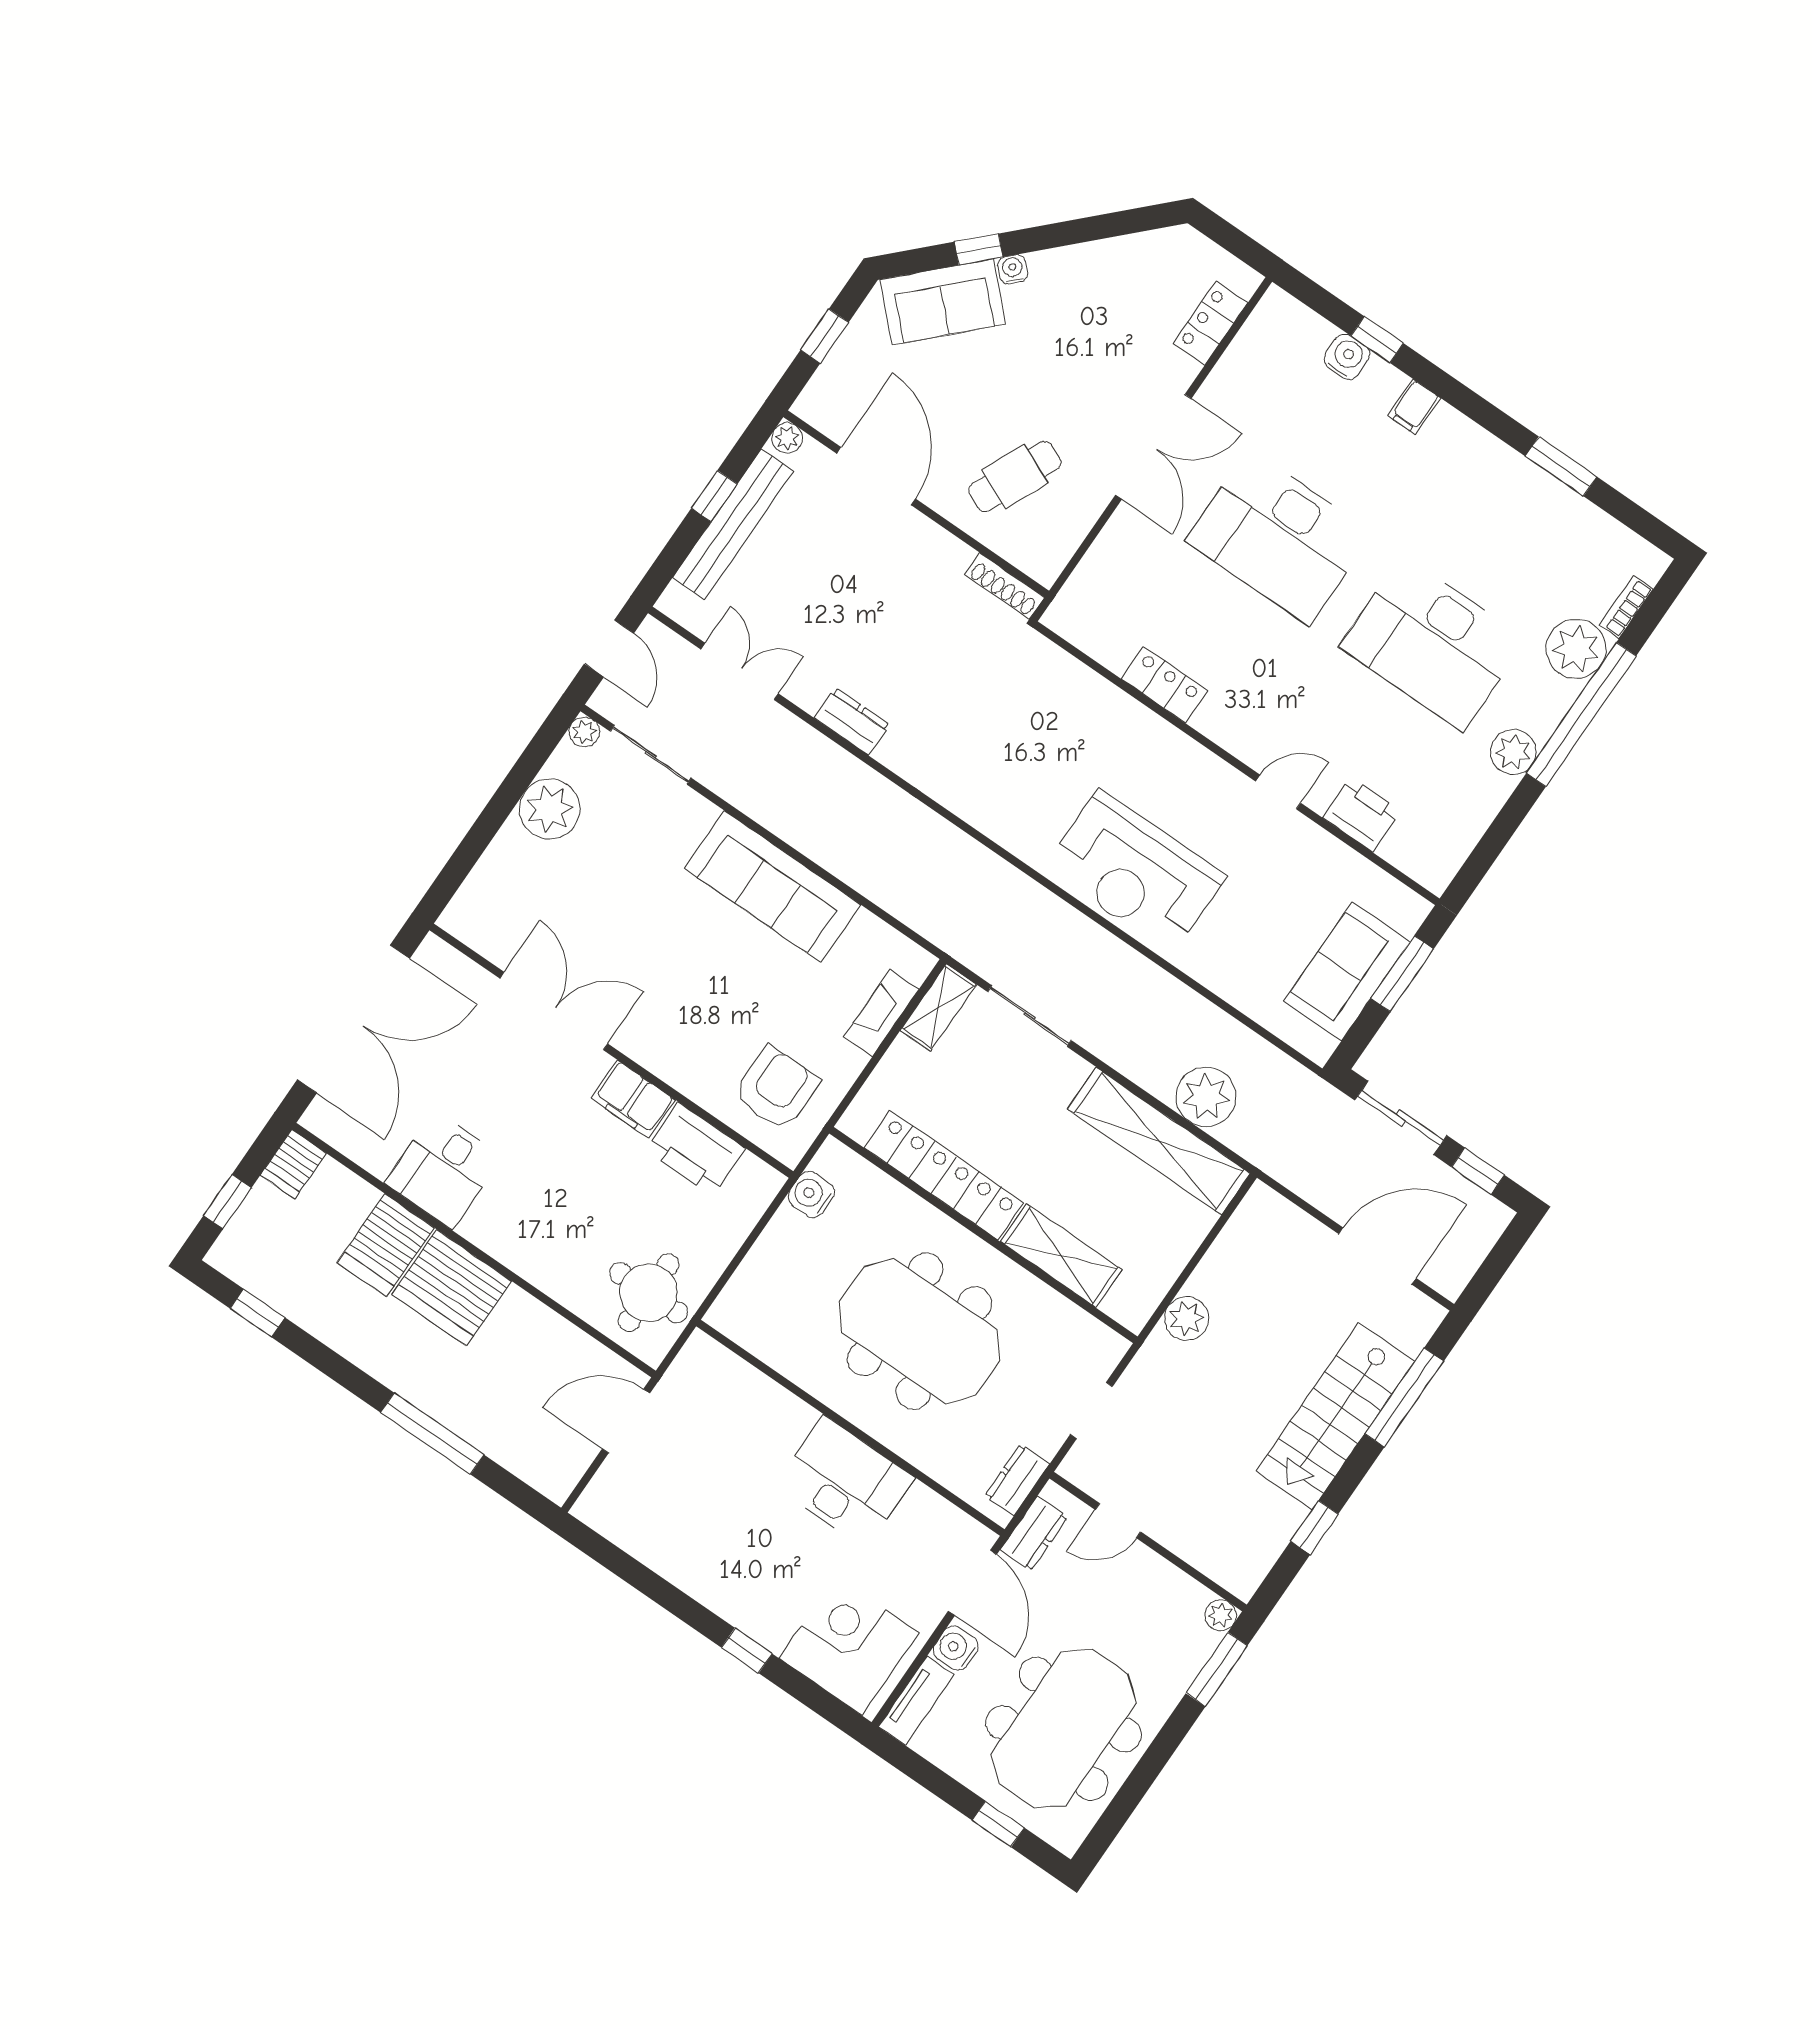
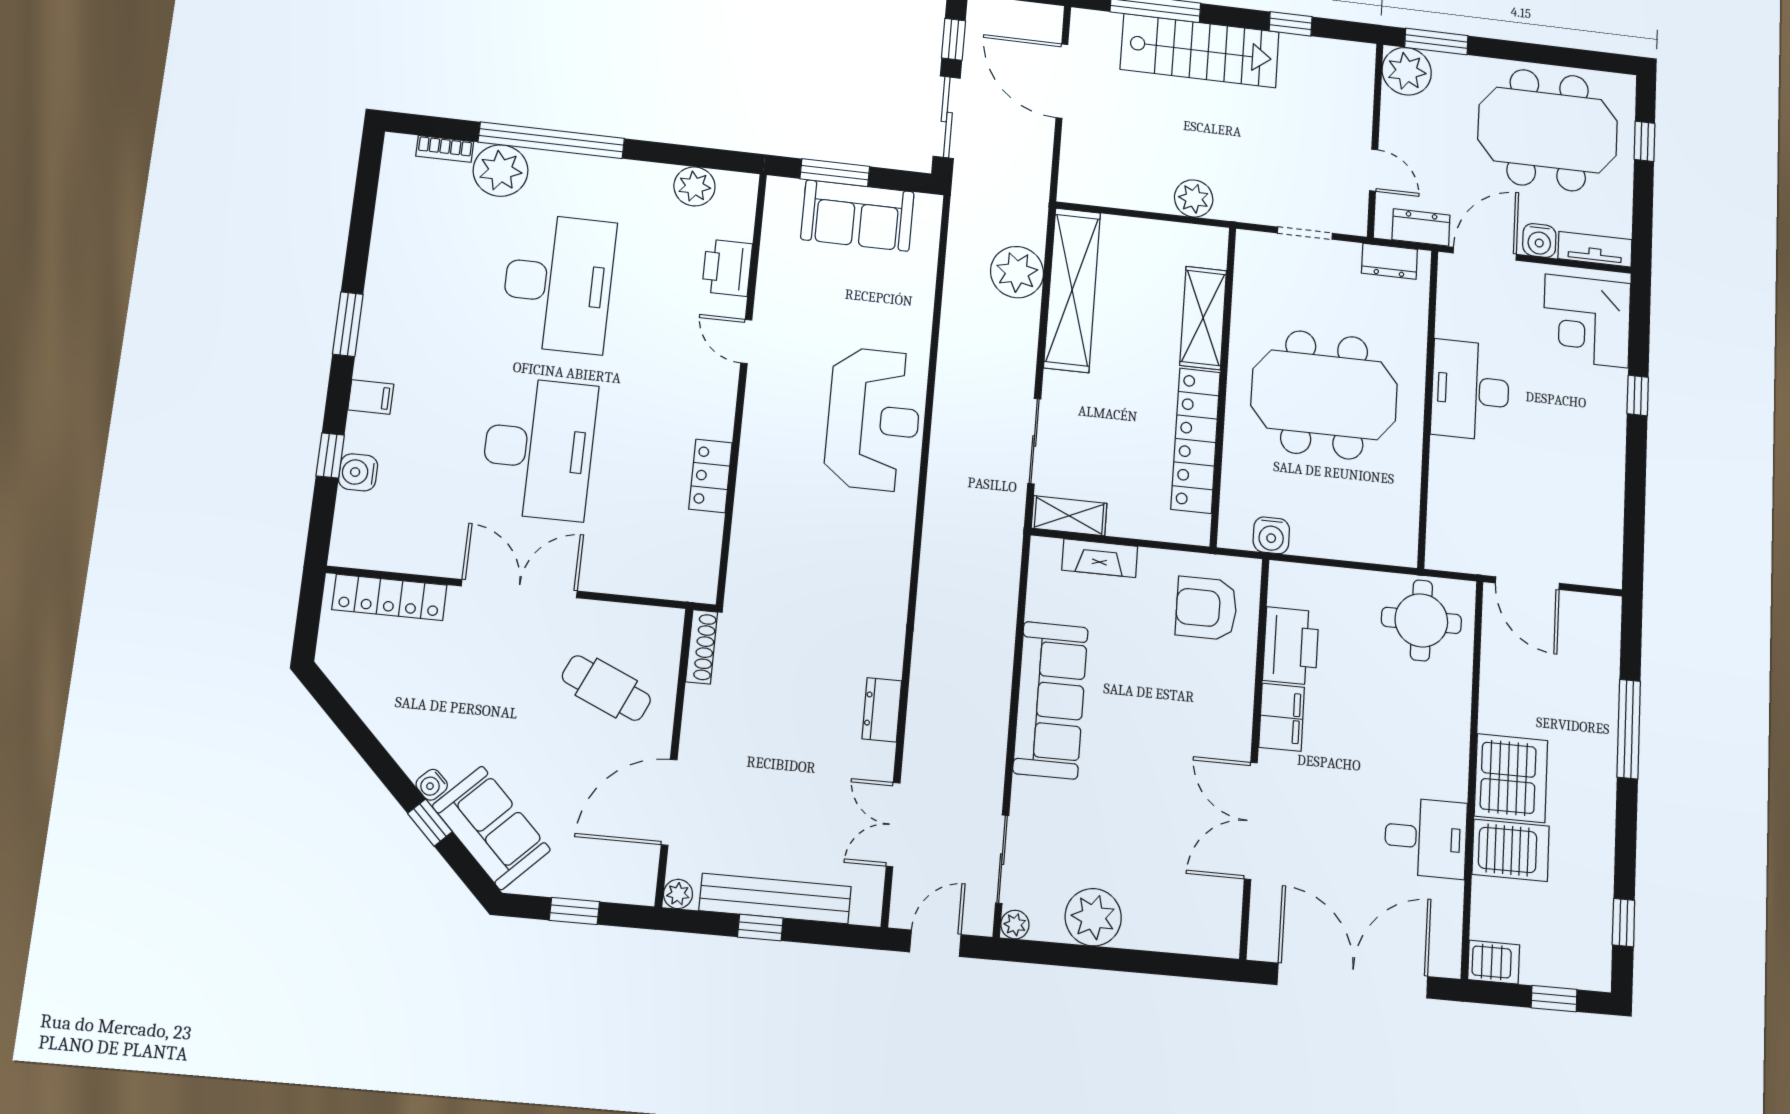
locker: (1210, 323) -> (389, 597), width x1.53
window: (1561, 466) -> (348, 324), moved
plant: (1513, 752) -> (694, 186), moved
meeting table: (920, 1331) -> (1324, 395), turned 90
plant: (1221, 1615) -> (1407, 71), width x1.88, depth x1.88

